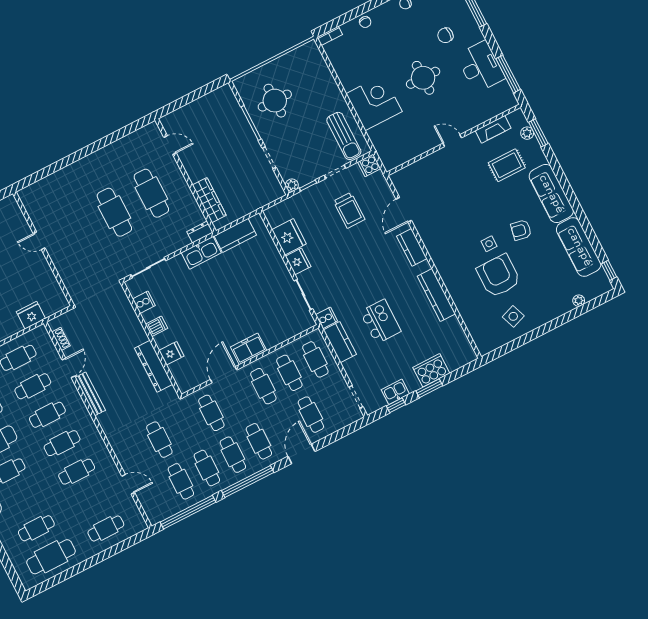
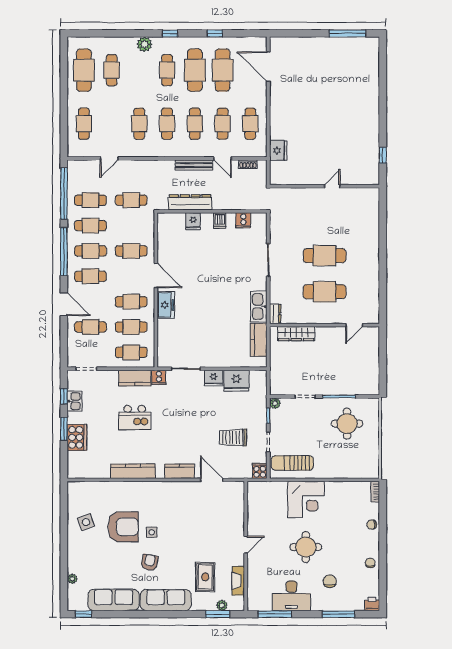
cooker: (144, 302) -> (243, 220), moved
dishwasher: (157, 326) -> (220, 221), moved
wall: (151, 339) -> (212, 211), moved
fridge: (171, 353) -> (193, 221), moved
dresser: (154, 366) -> (190, 202), moved

